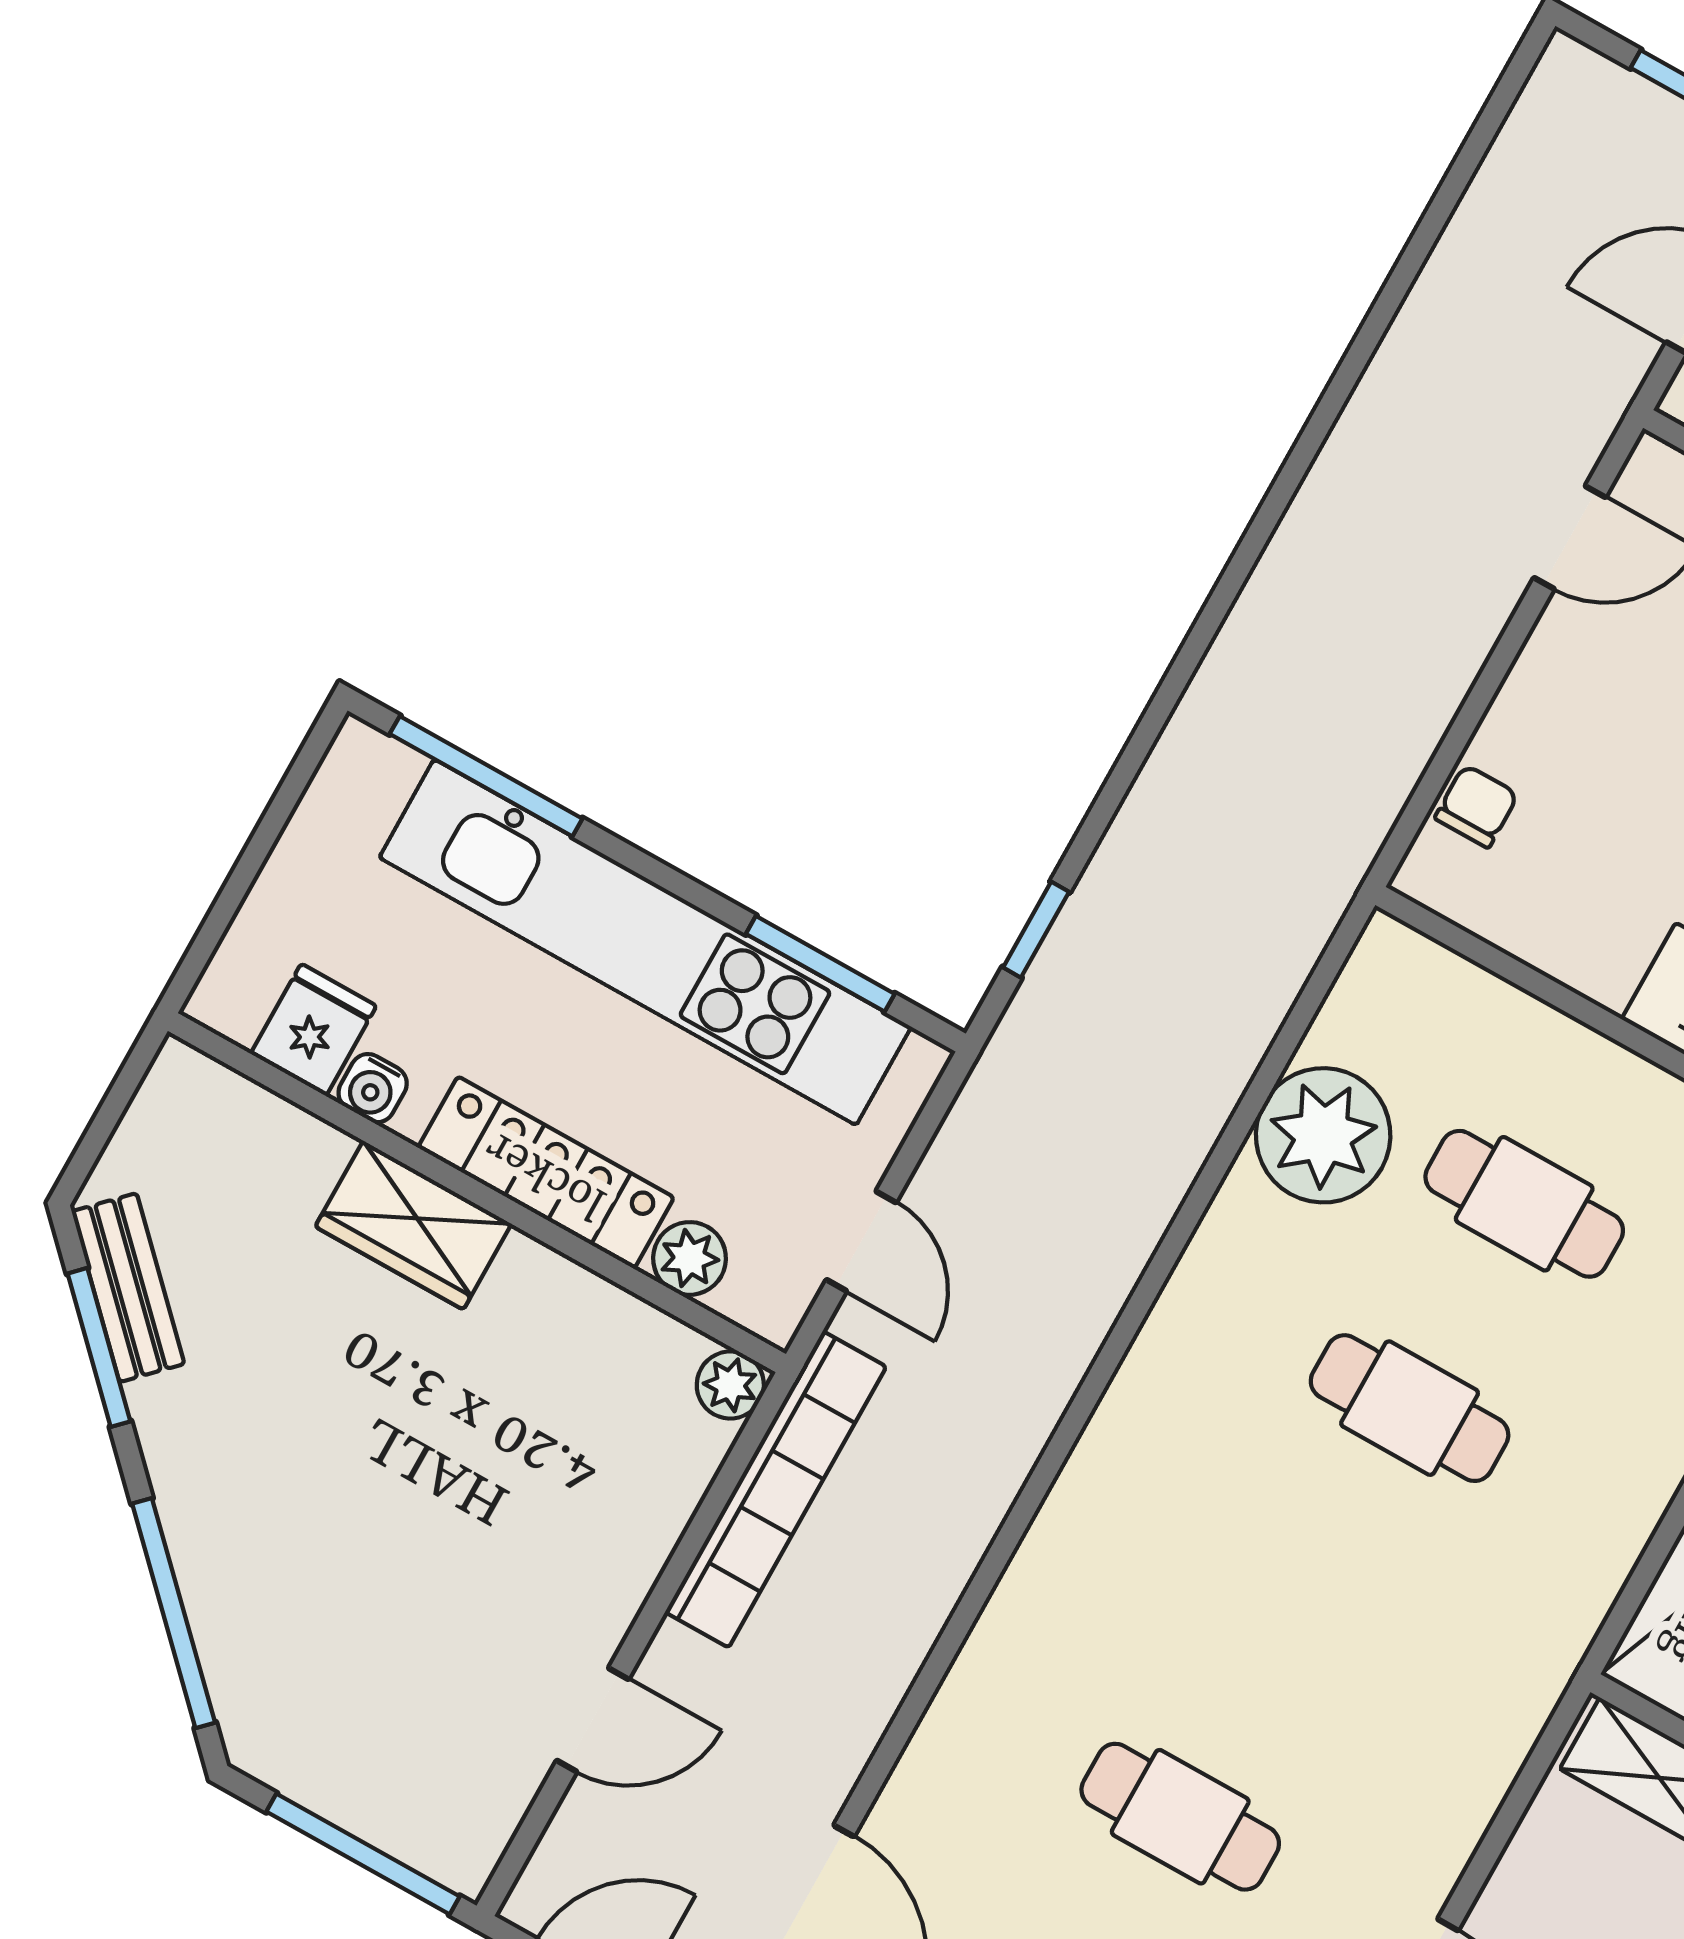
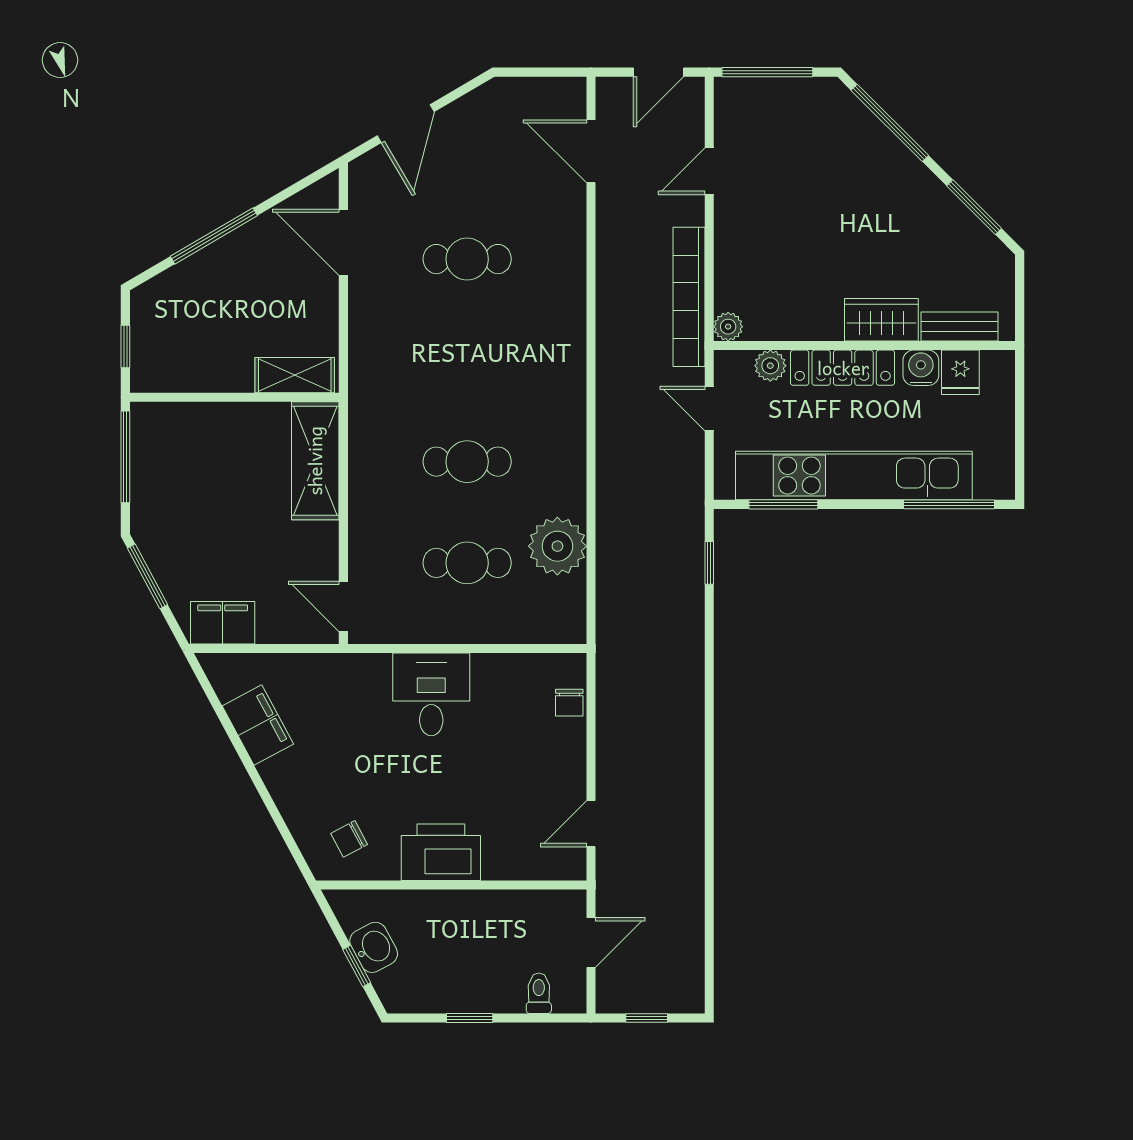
water cooler: (373, 1088) -> (921, 368), width x1.38, depth x1.38
bench: (128, 1288) -> (960, 326), moved, turned -45

